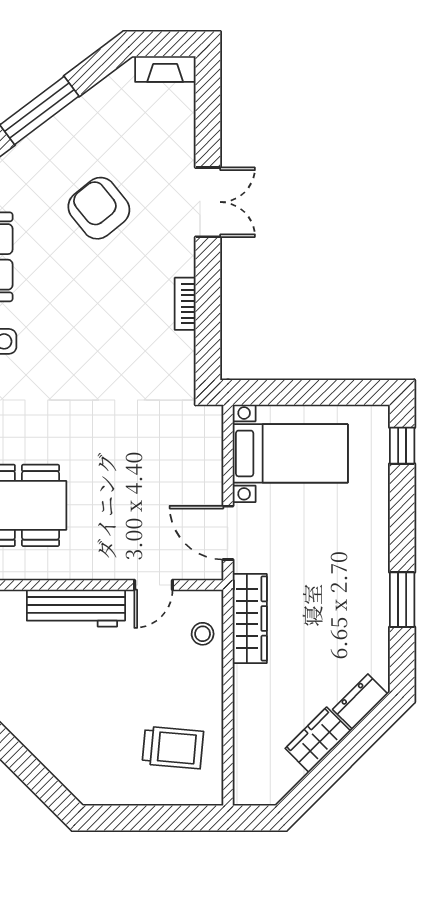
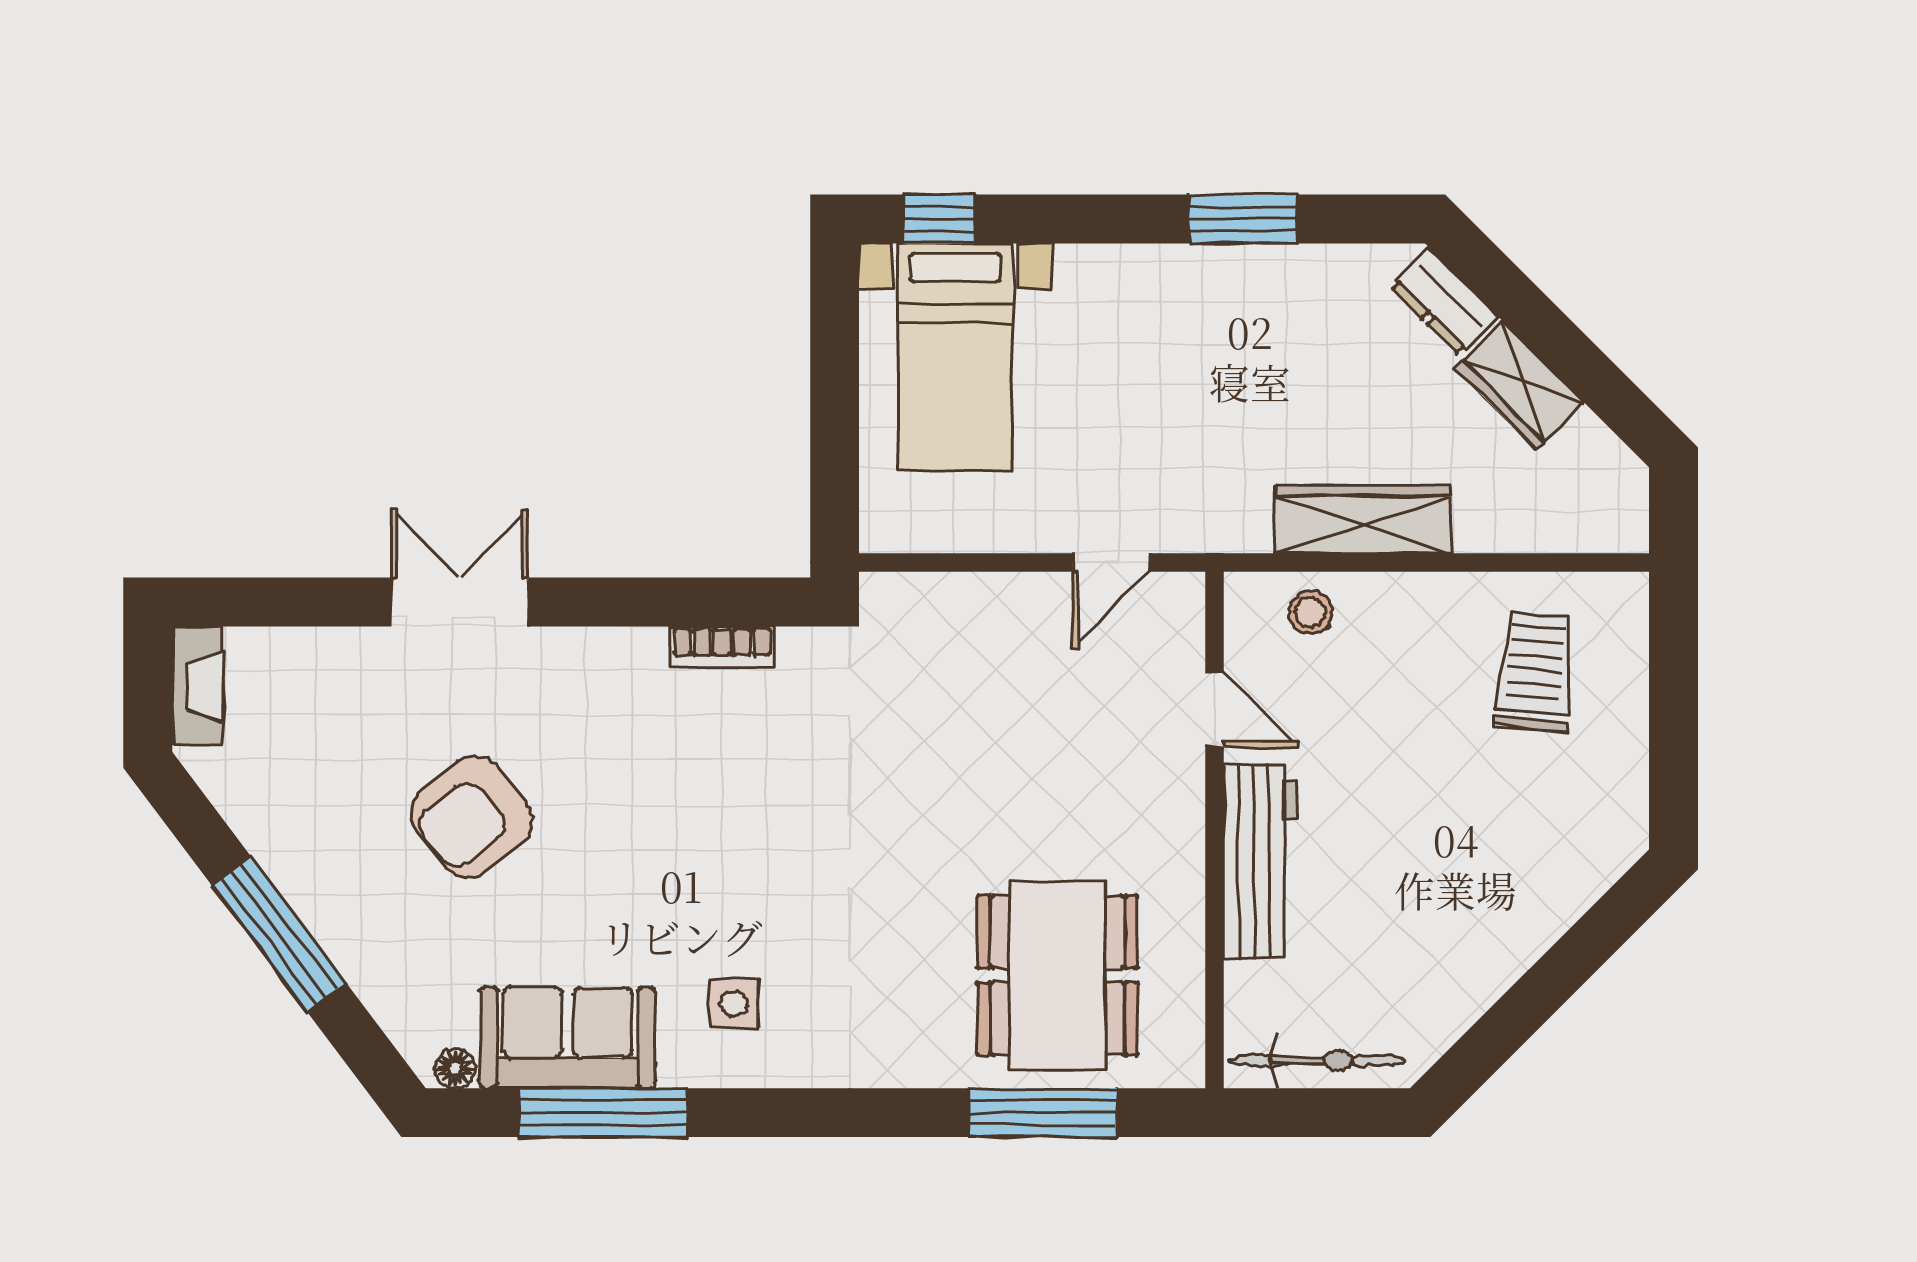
bookcase: (185, 304) -> (722, 647), moved
bed with nightstands: (290, 453) -> (955, 357), moved, turned 180
door: (228, 533) -> (1111, 562), width x0.73
wardrobe: (250, 619) -> (1363, 519), moved

